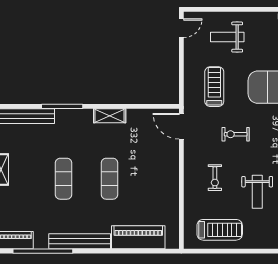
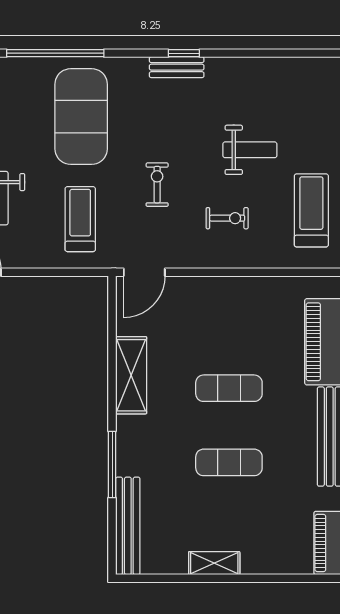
treadmill: (214, 87) -> (80, 219), turned 90
shelving: (110, 116) -> (131, 375), width x1.50, depth x1.33
exercise bike: (236, 134) -> (157, 185), turned 180

